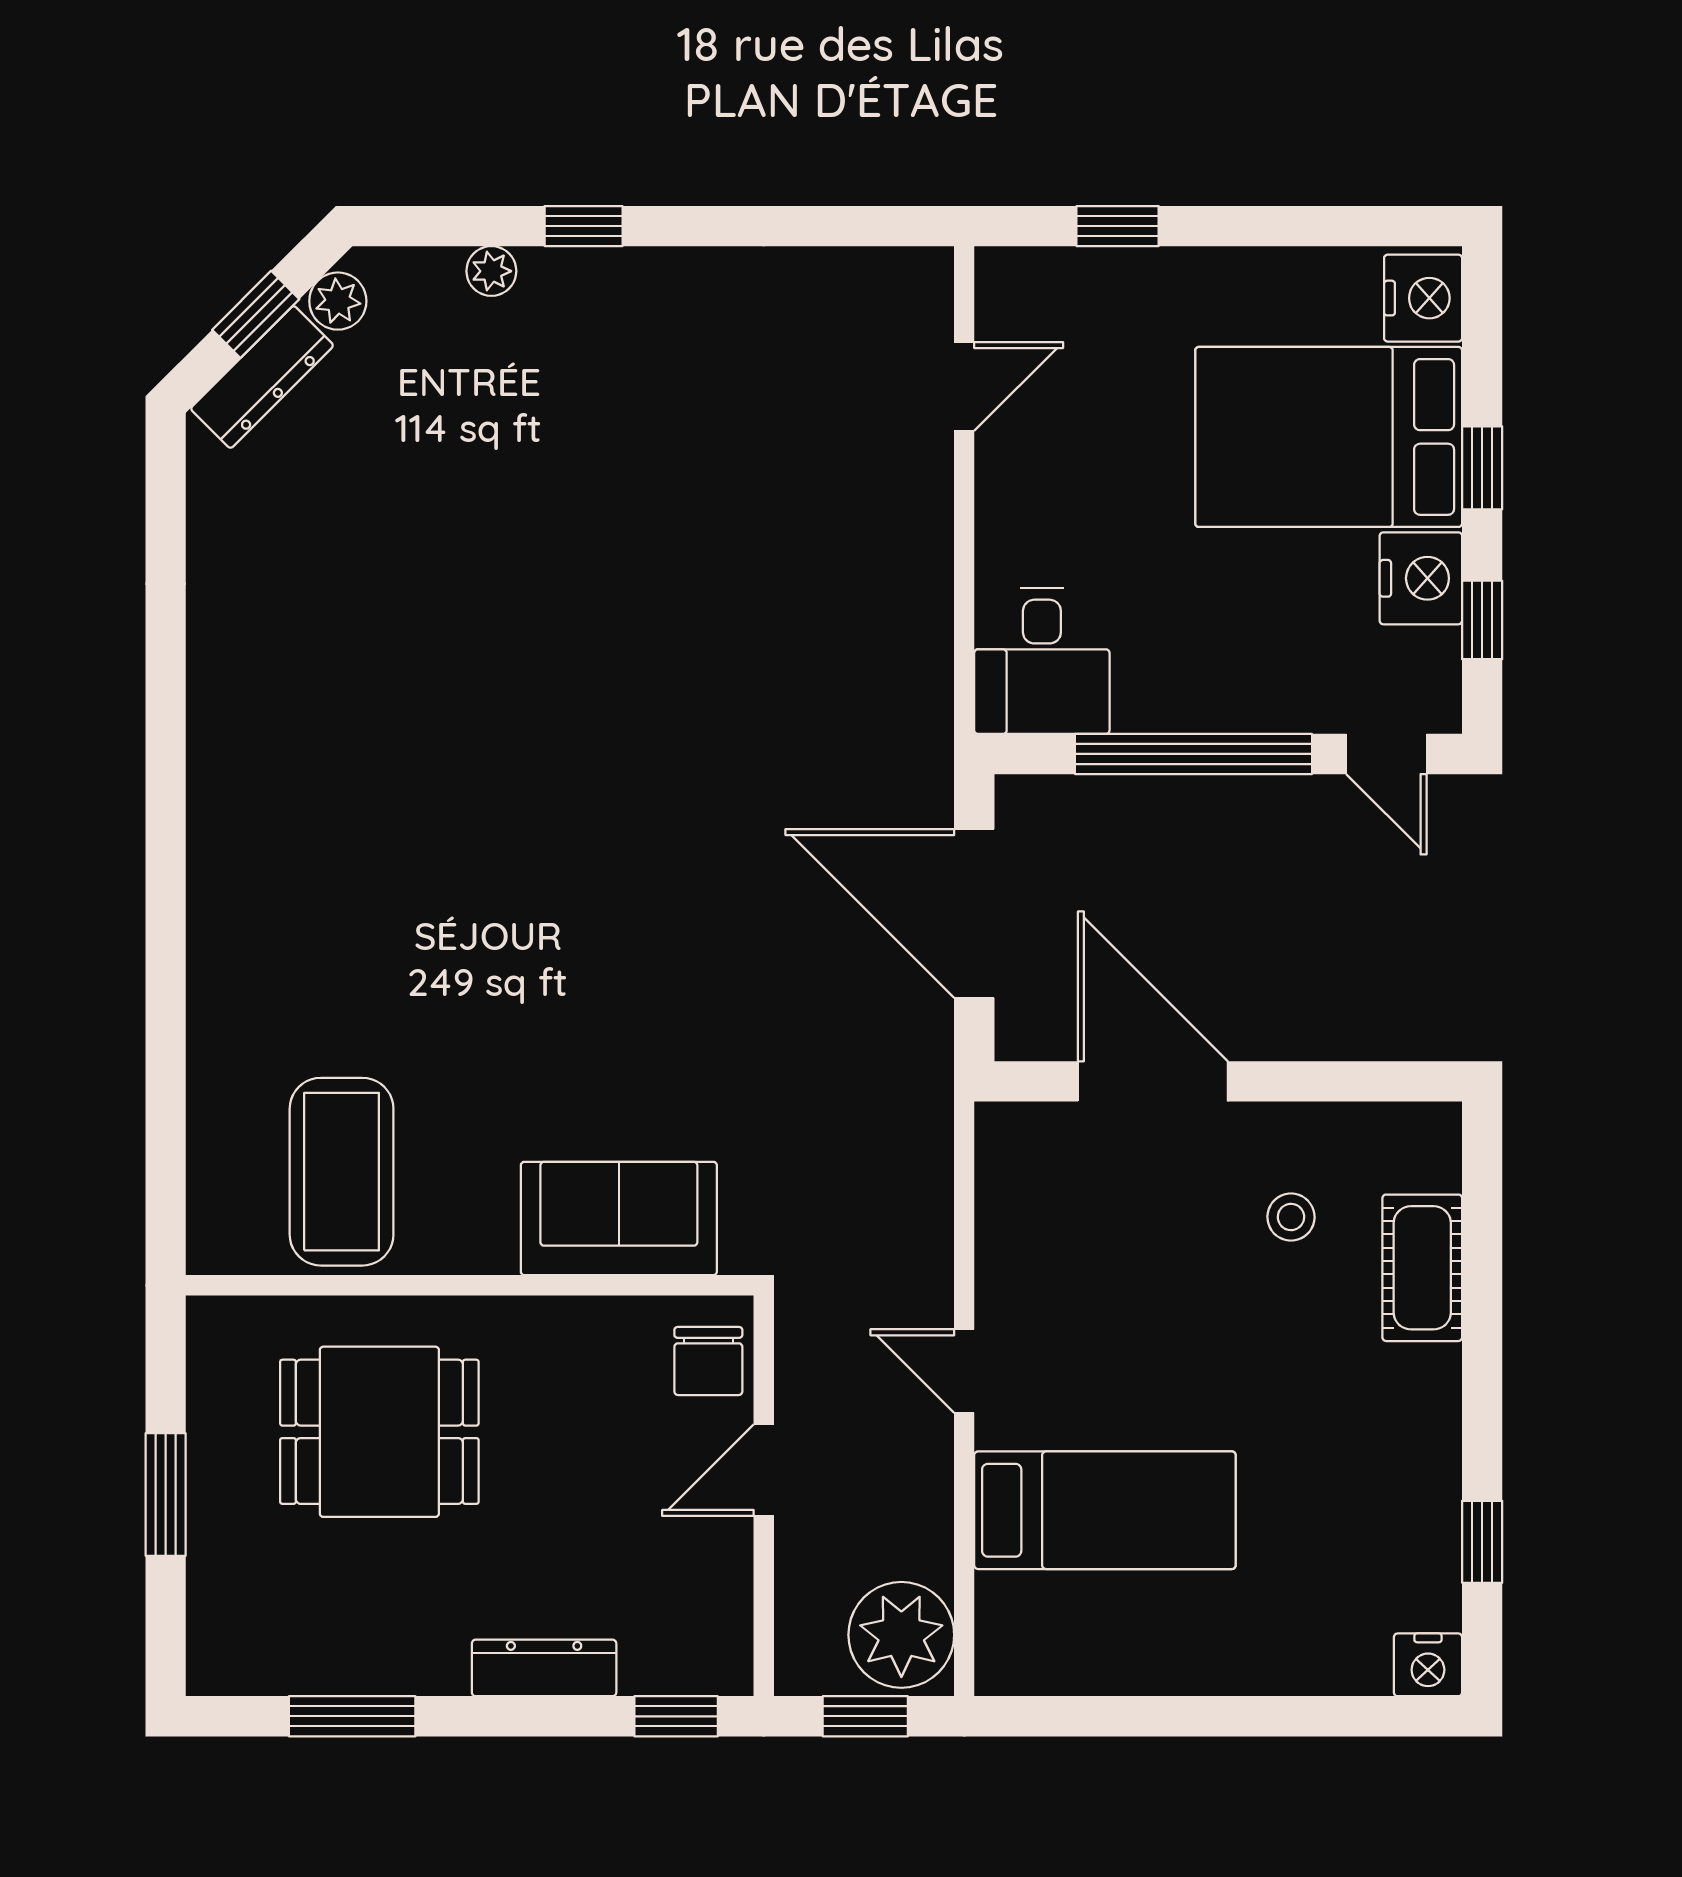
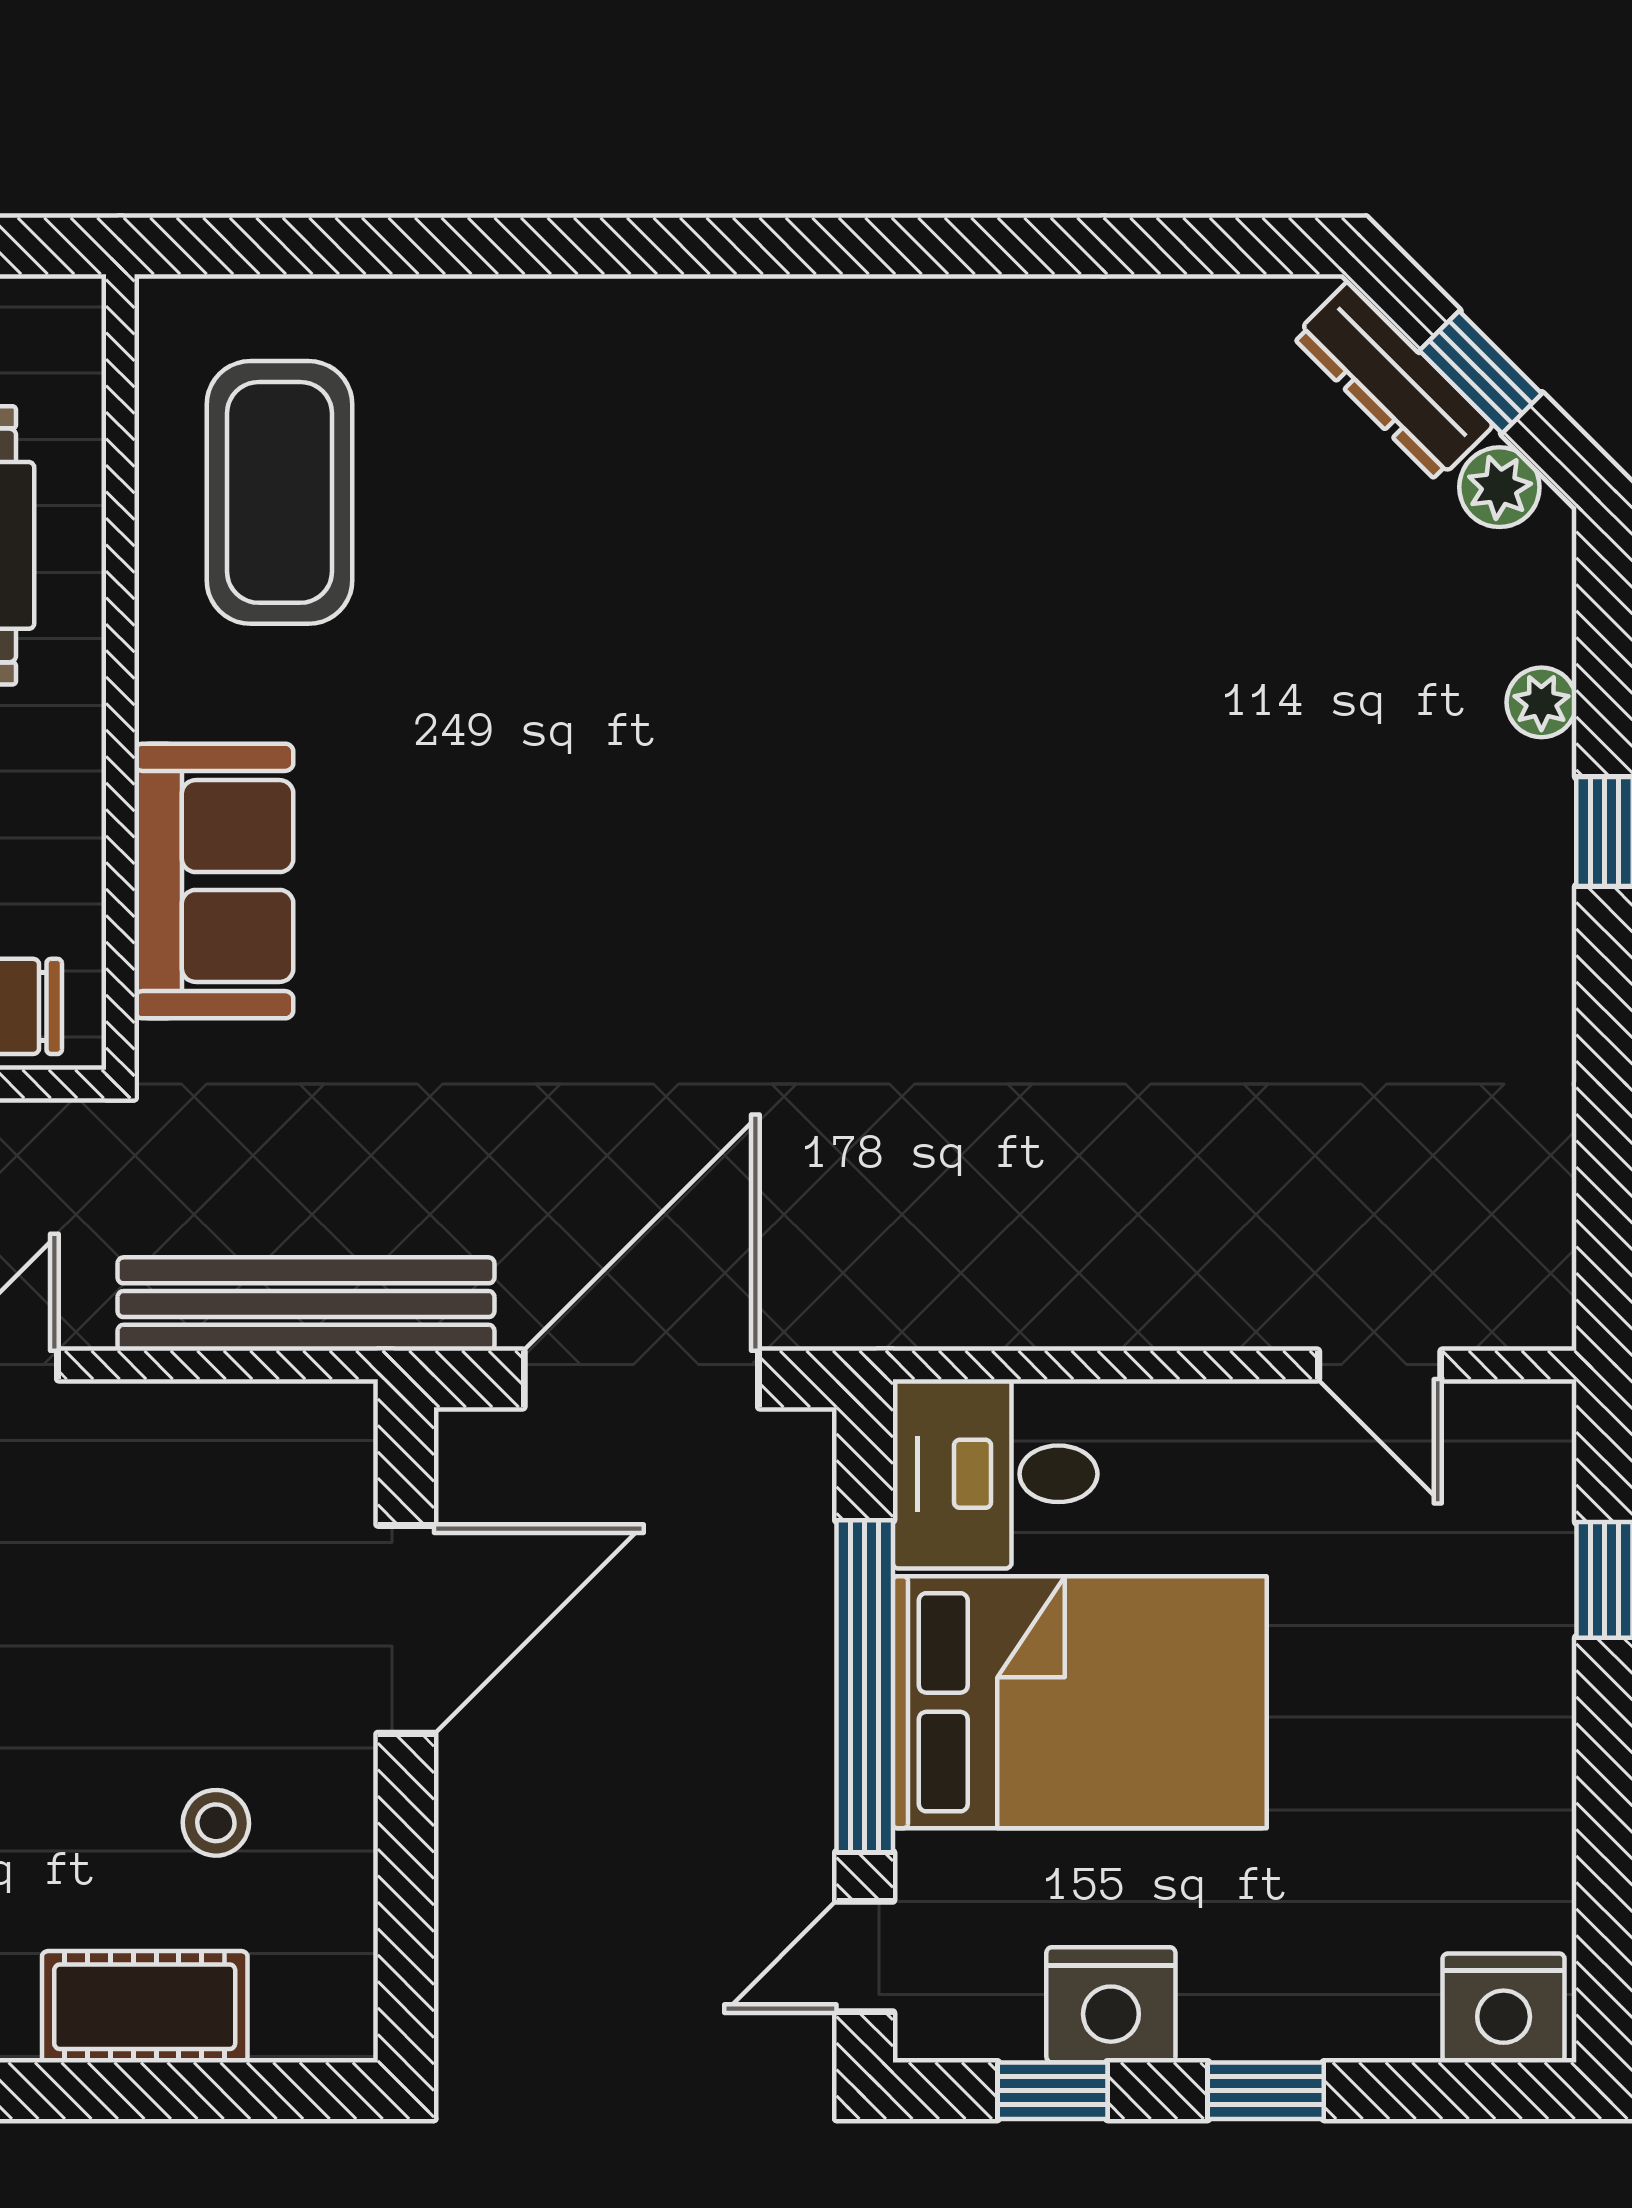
bed: (1329, 437) -> (1080, 1702), moved, turned 90
bench: (921, 1153) -> (306, 1304), added
coffee table: (342, 1172) -> (279, 492), turned 90

